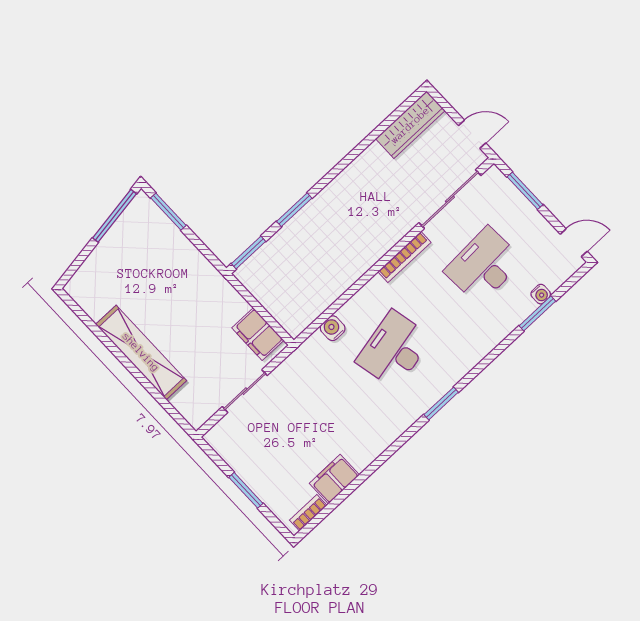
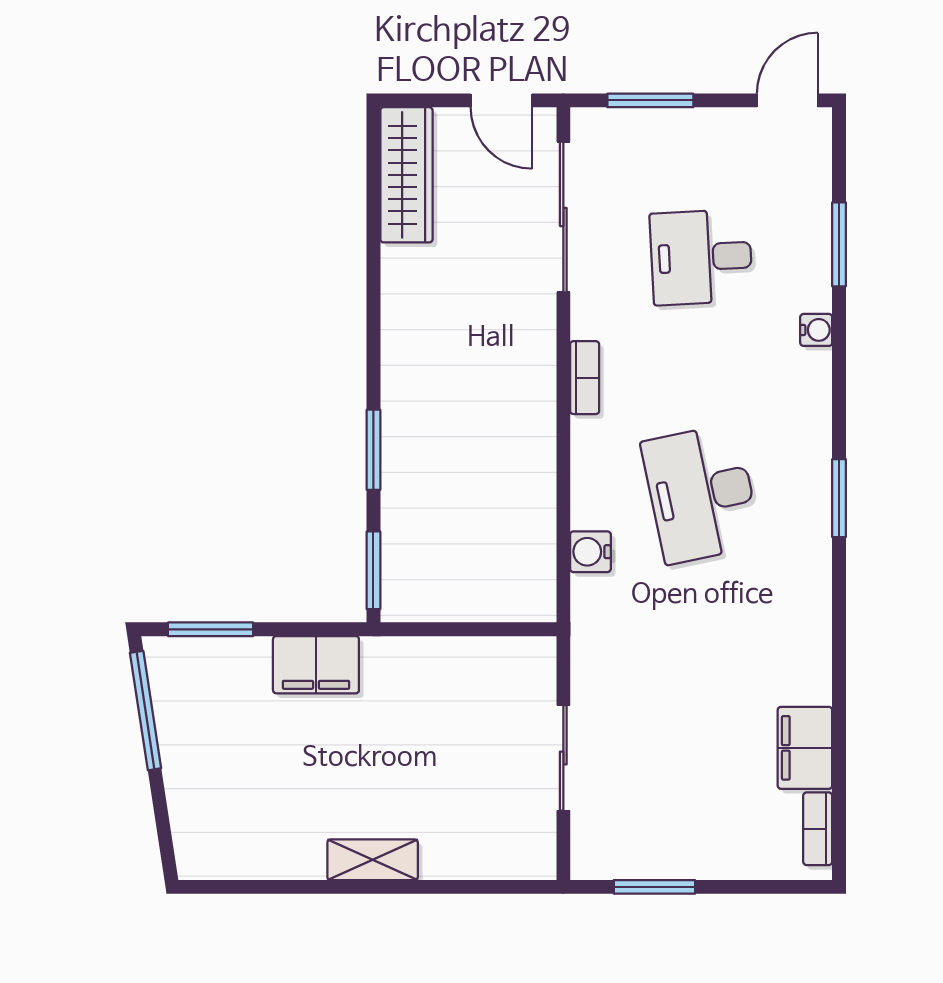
door: (472, 134) -> (501, 100), swing flipped
bookcase: (404, 257) -> (585, 378), width x0.64
desk: (484, 266) -> (701, 257), width x0.73
water cooler: (541, 294) -> (816, 330), moved
filing cabinet: (258, 334) -> (316, 665), moved
shelving: (141, 352) -> (373, 860), width x0.45, depth x0.75
window: (246, 490) -> (654, 887), moved

